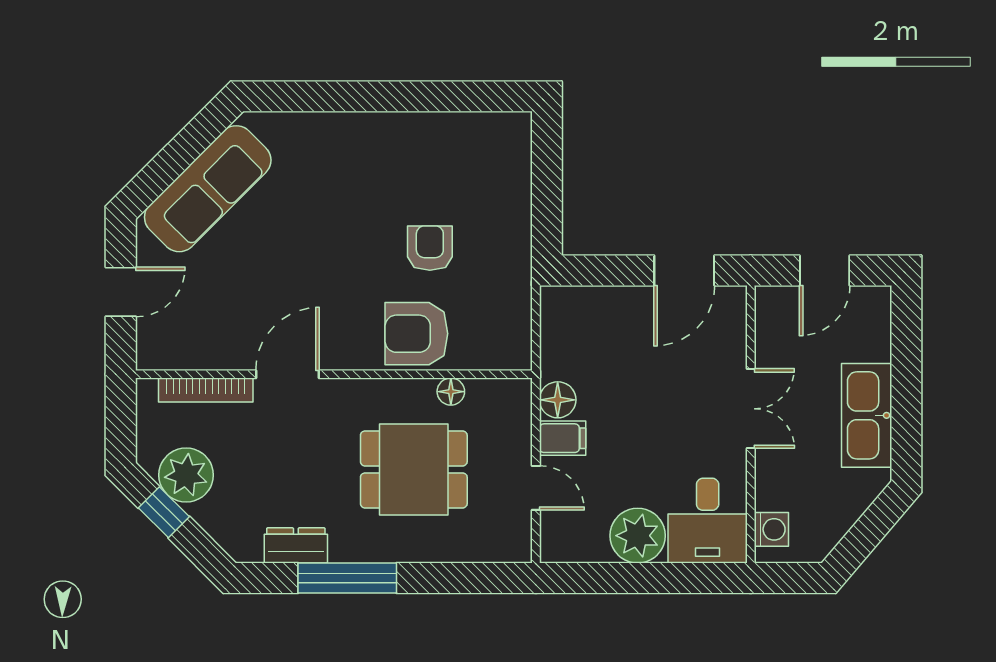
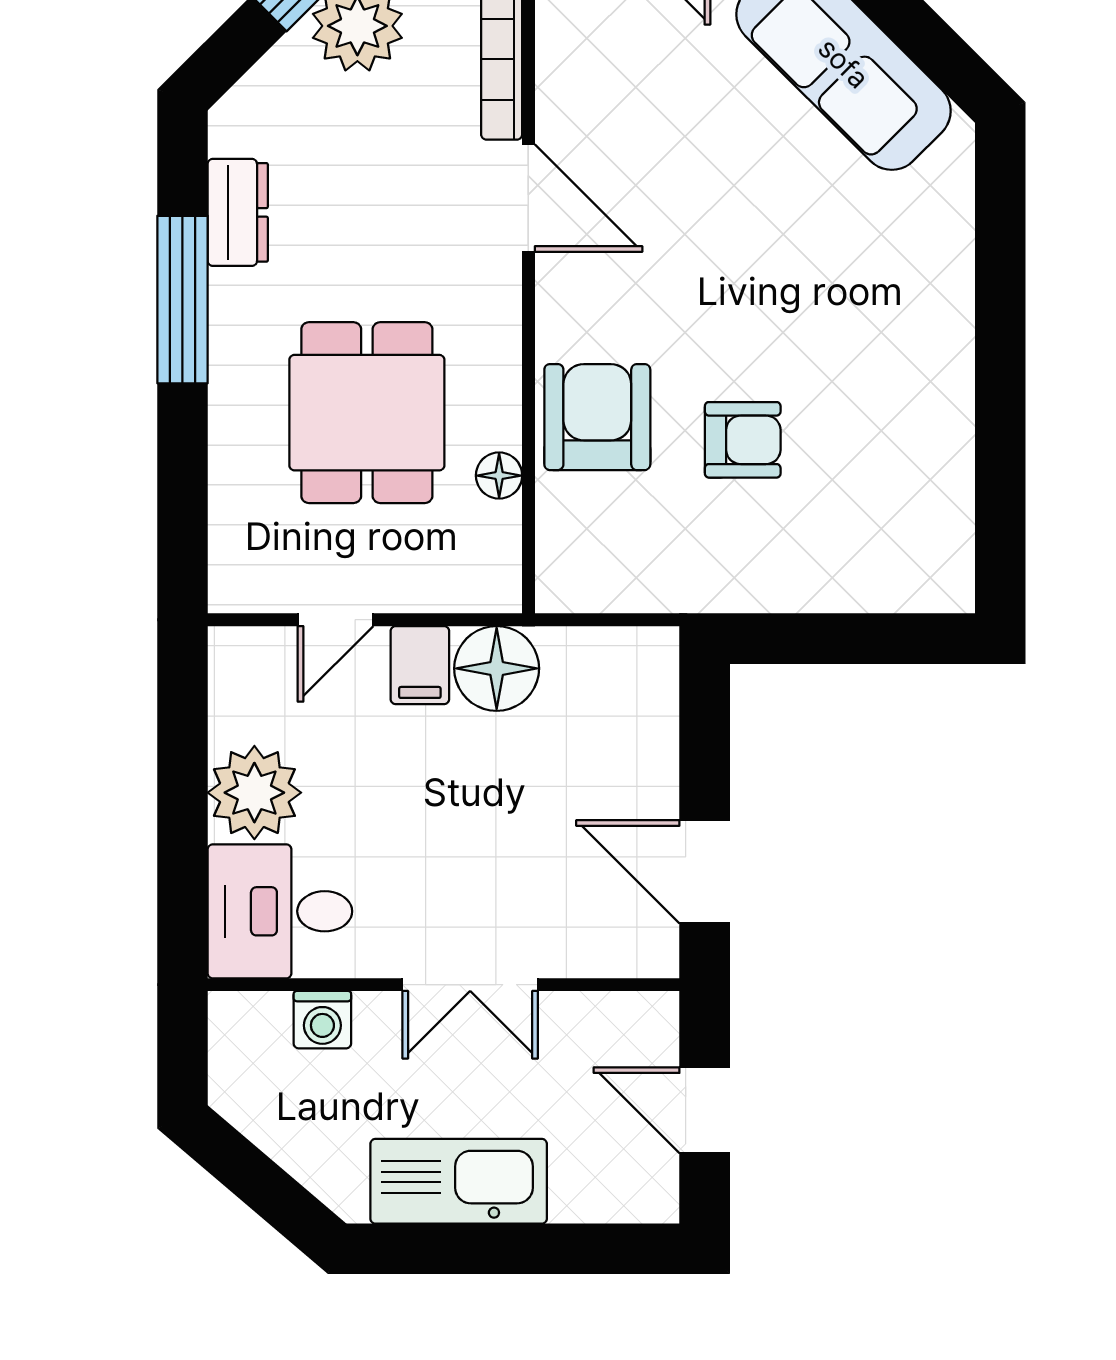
floor lamp: (558, 400) -> (497, 668), width x1.38, depth x1.38
washing machine: (771, 529) -> (322, 1020), moved

